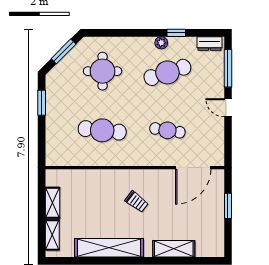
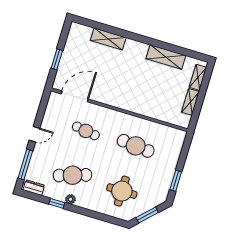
door: (228, 108) -> (34, 134), hinge flipped
trolley: (137, 202) -> (126, 83), removed
shelving: (109, 248) -> (166, 57), width x0.68

